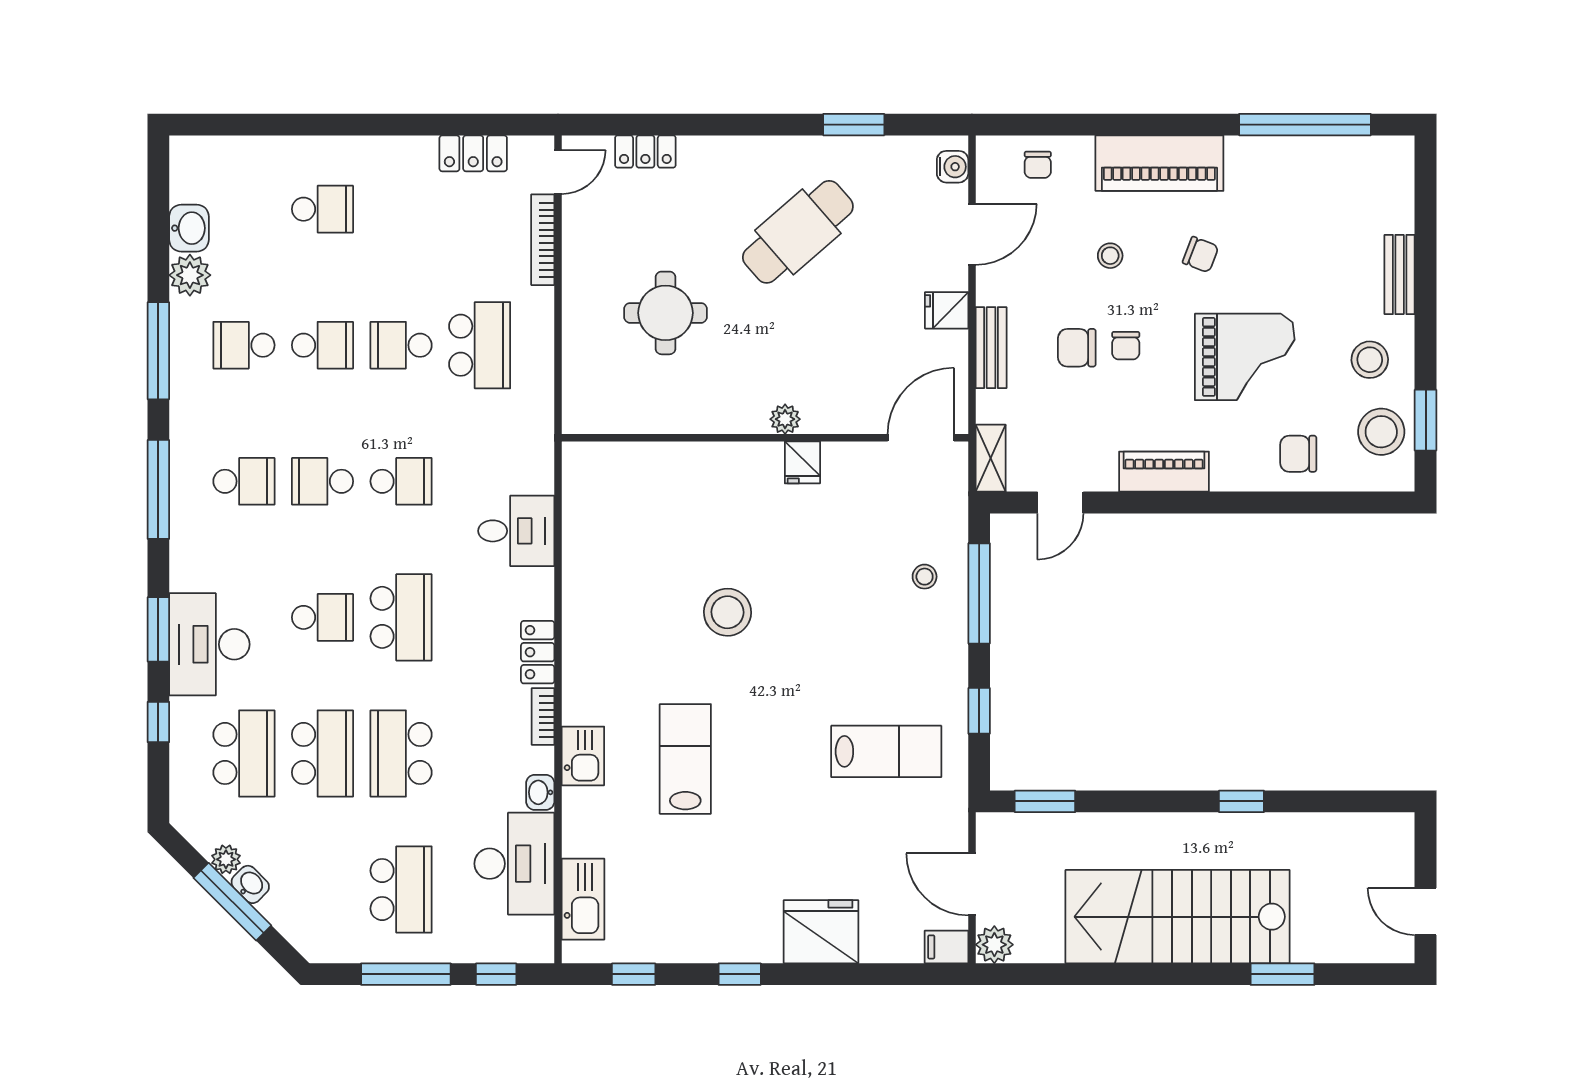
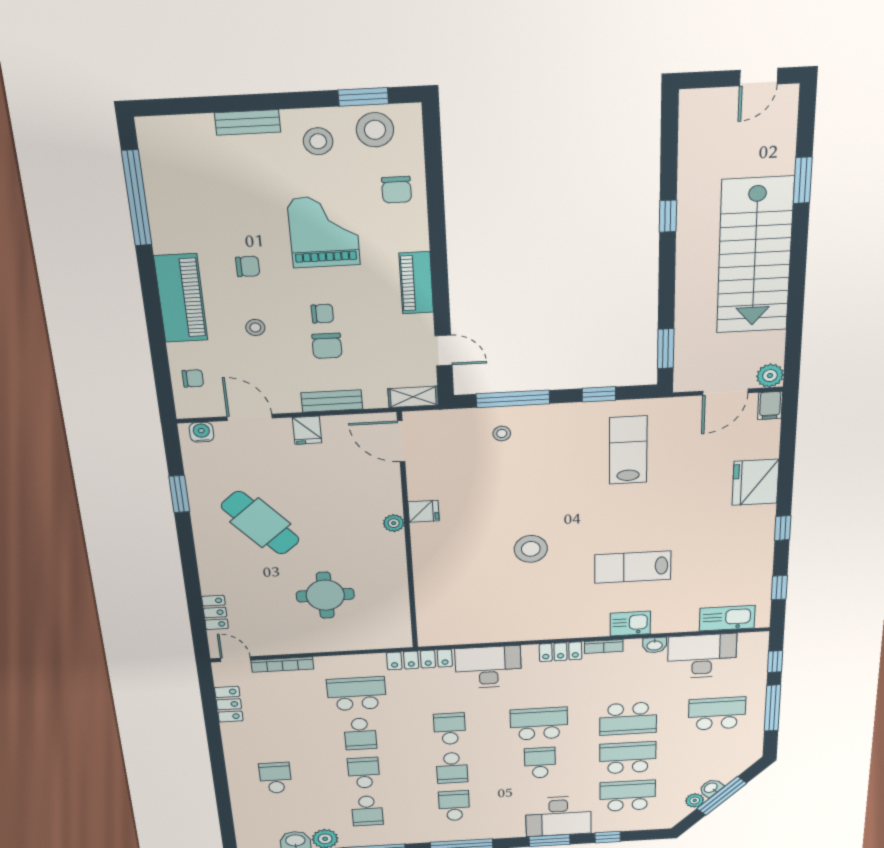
chair: (1201, 255) -> (248, 266), turned 69
locker: (538, 443) -> (420, 660), added
desk: (516, 531) -> (488, 667), width x1.37

